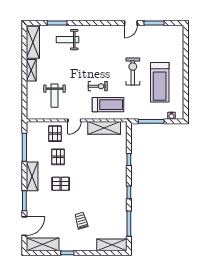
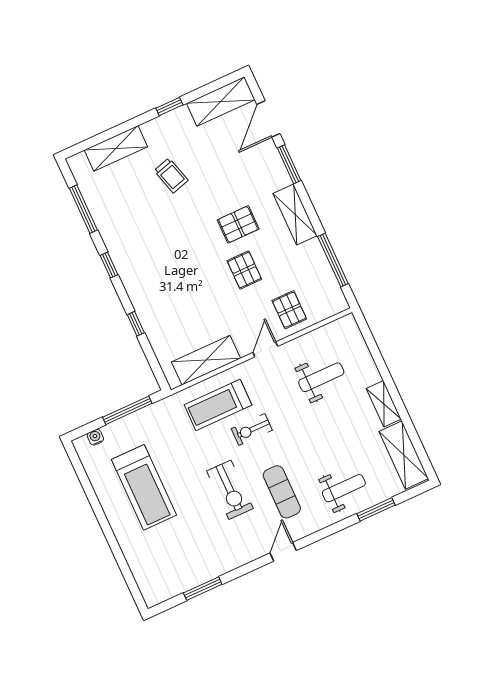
door: (131, 23) -> (283, 552), moved
exercise mat: (97, 51) -> (282, 492), added
exercise bike: (133, 71) -> (230, 490), moved
treadmill: (160, 82) -> (144, 487), turned 180
weight bench: (55, 96) -> (321, 377), turned 90
pallet: (58, 157) -> (244, 270), moved
shelving: (112, 245) -> (116, 148), moved

